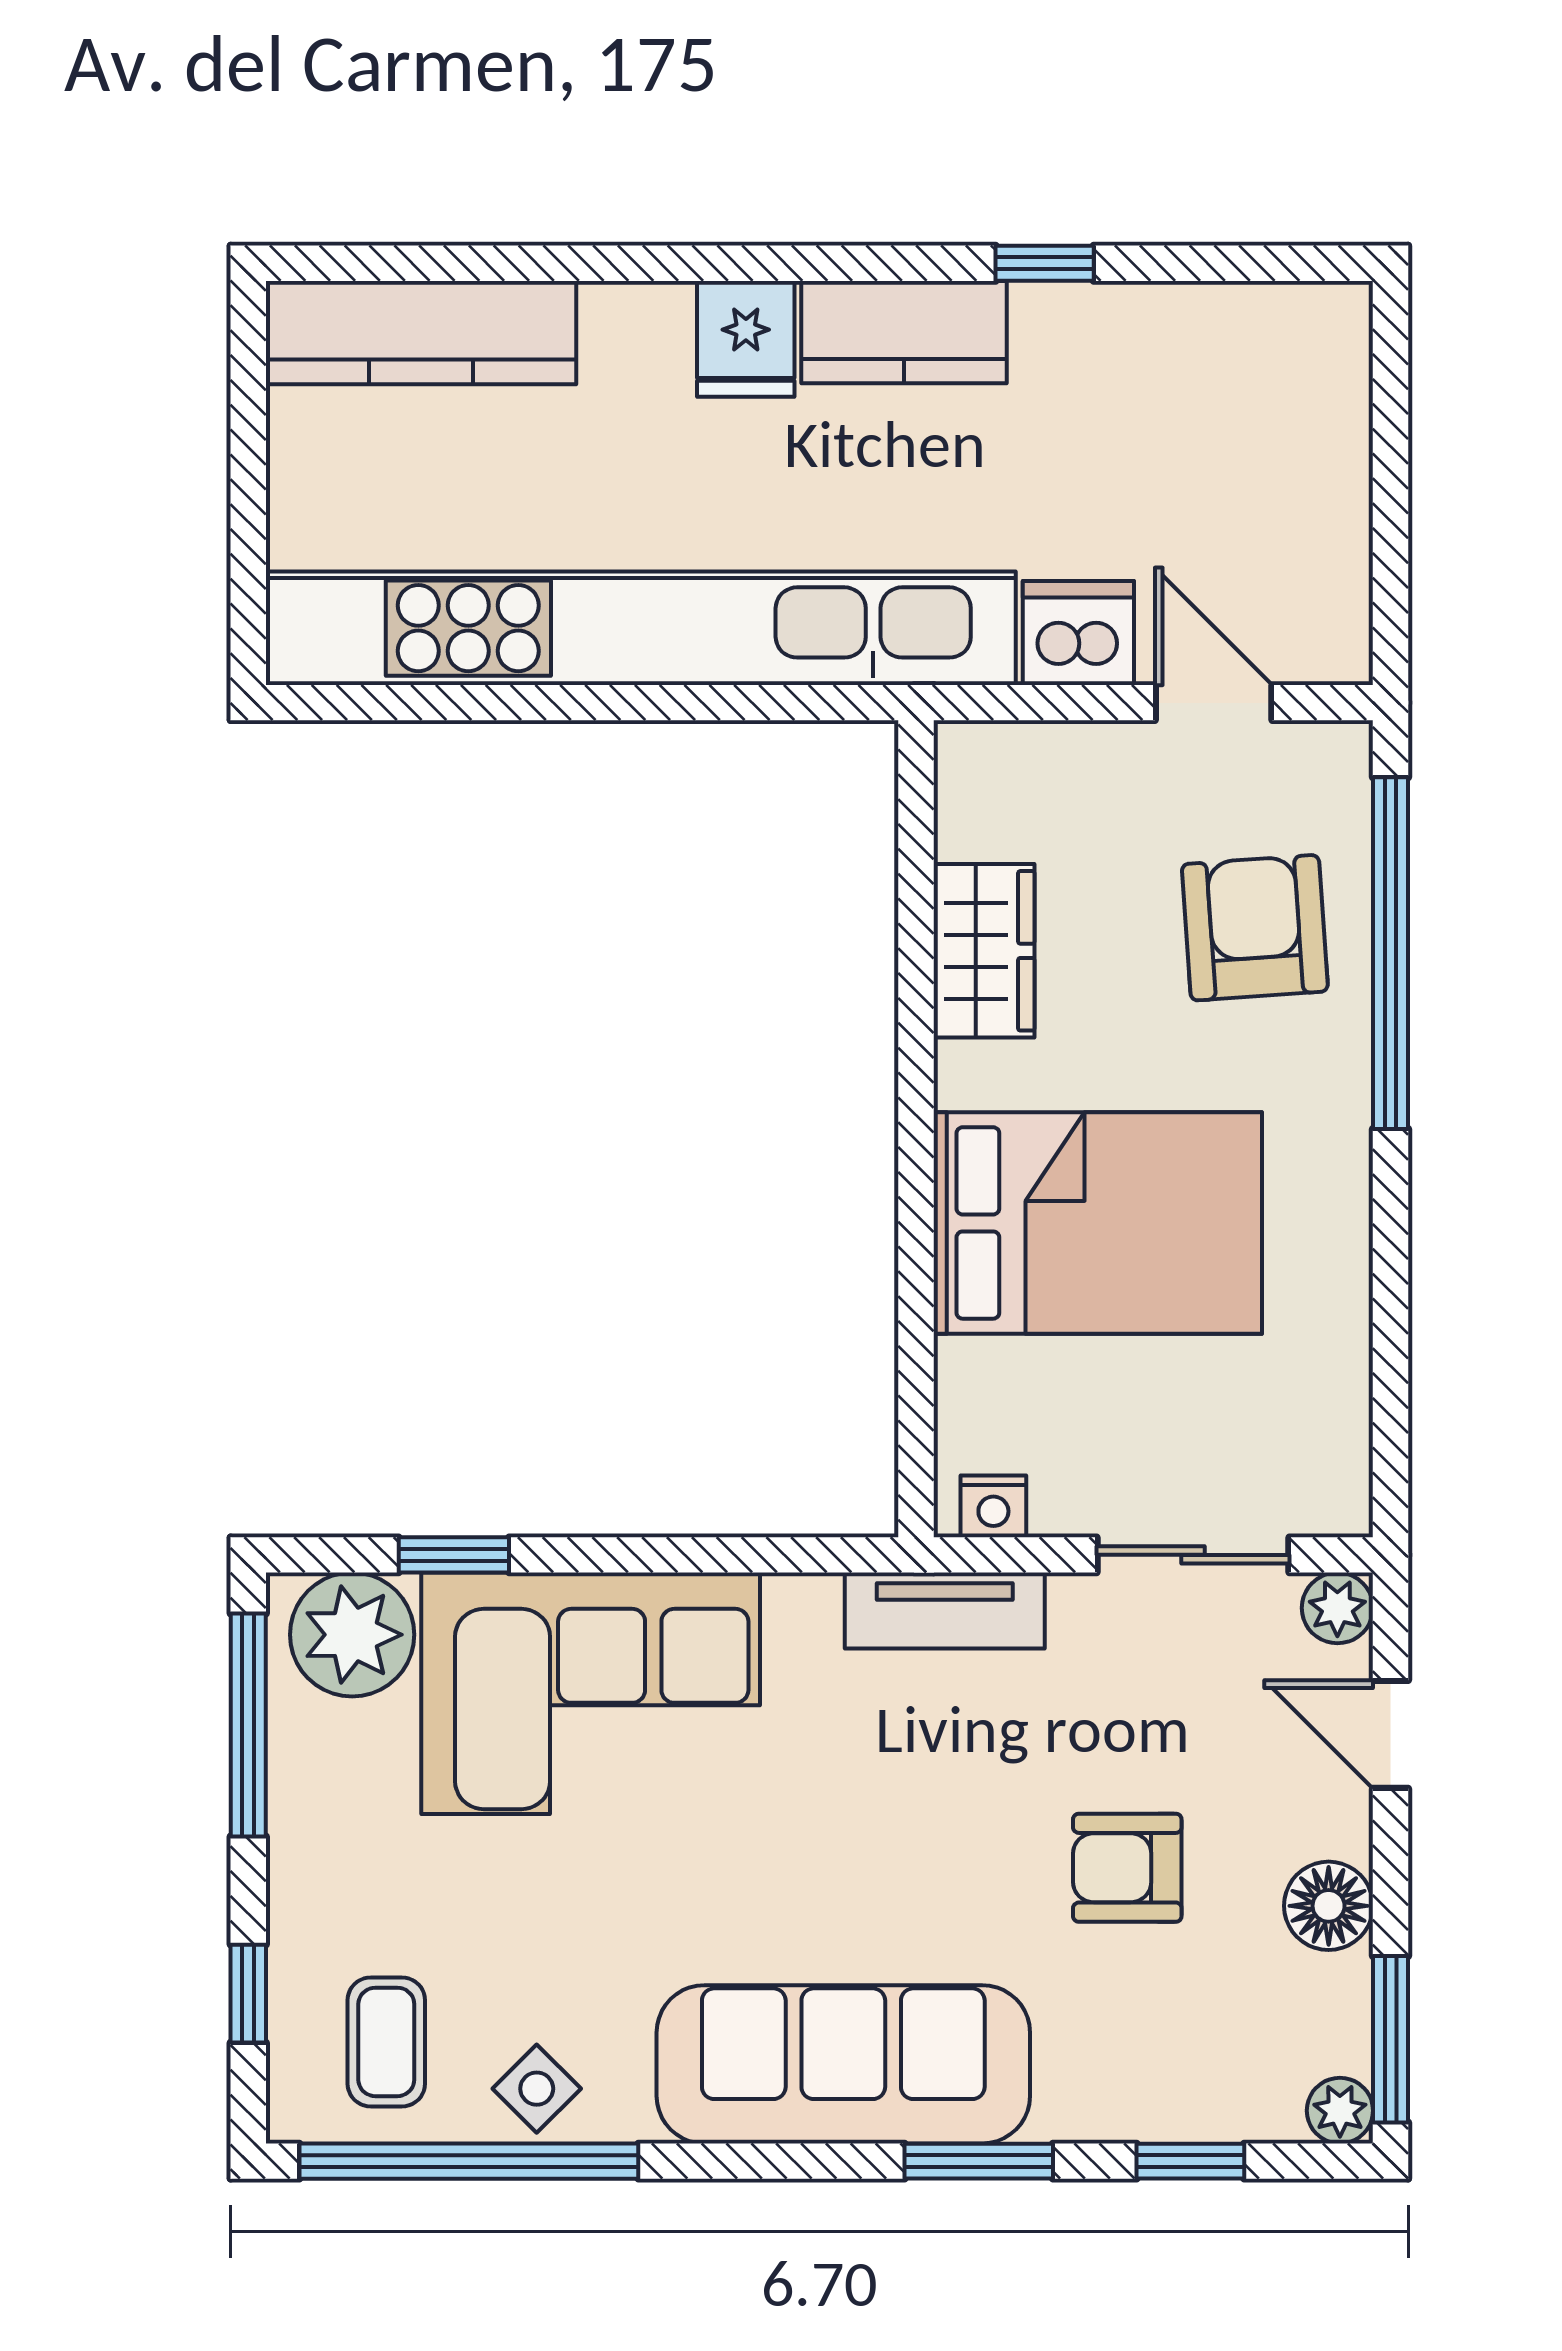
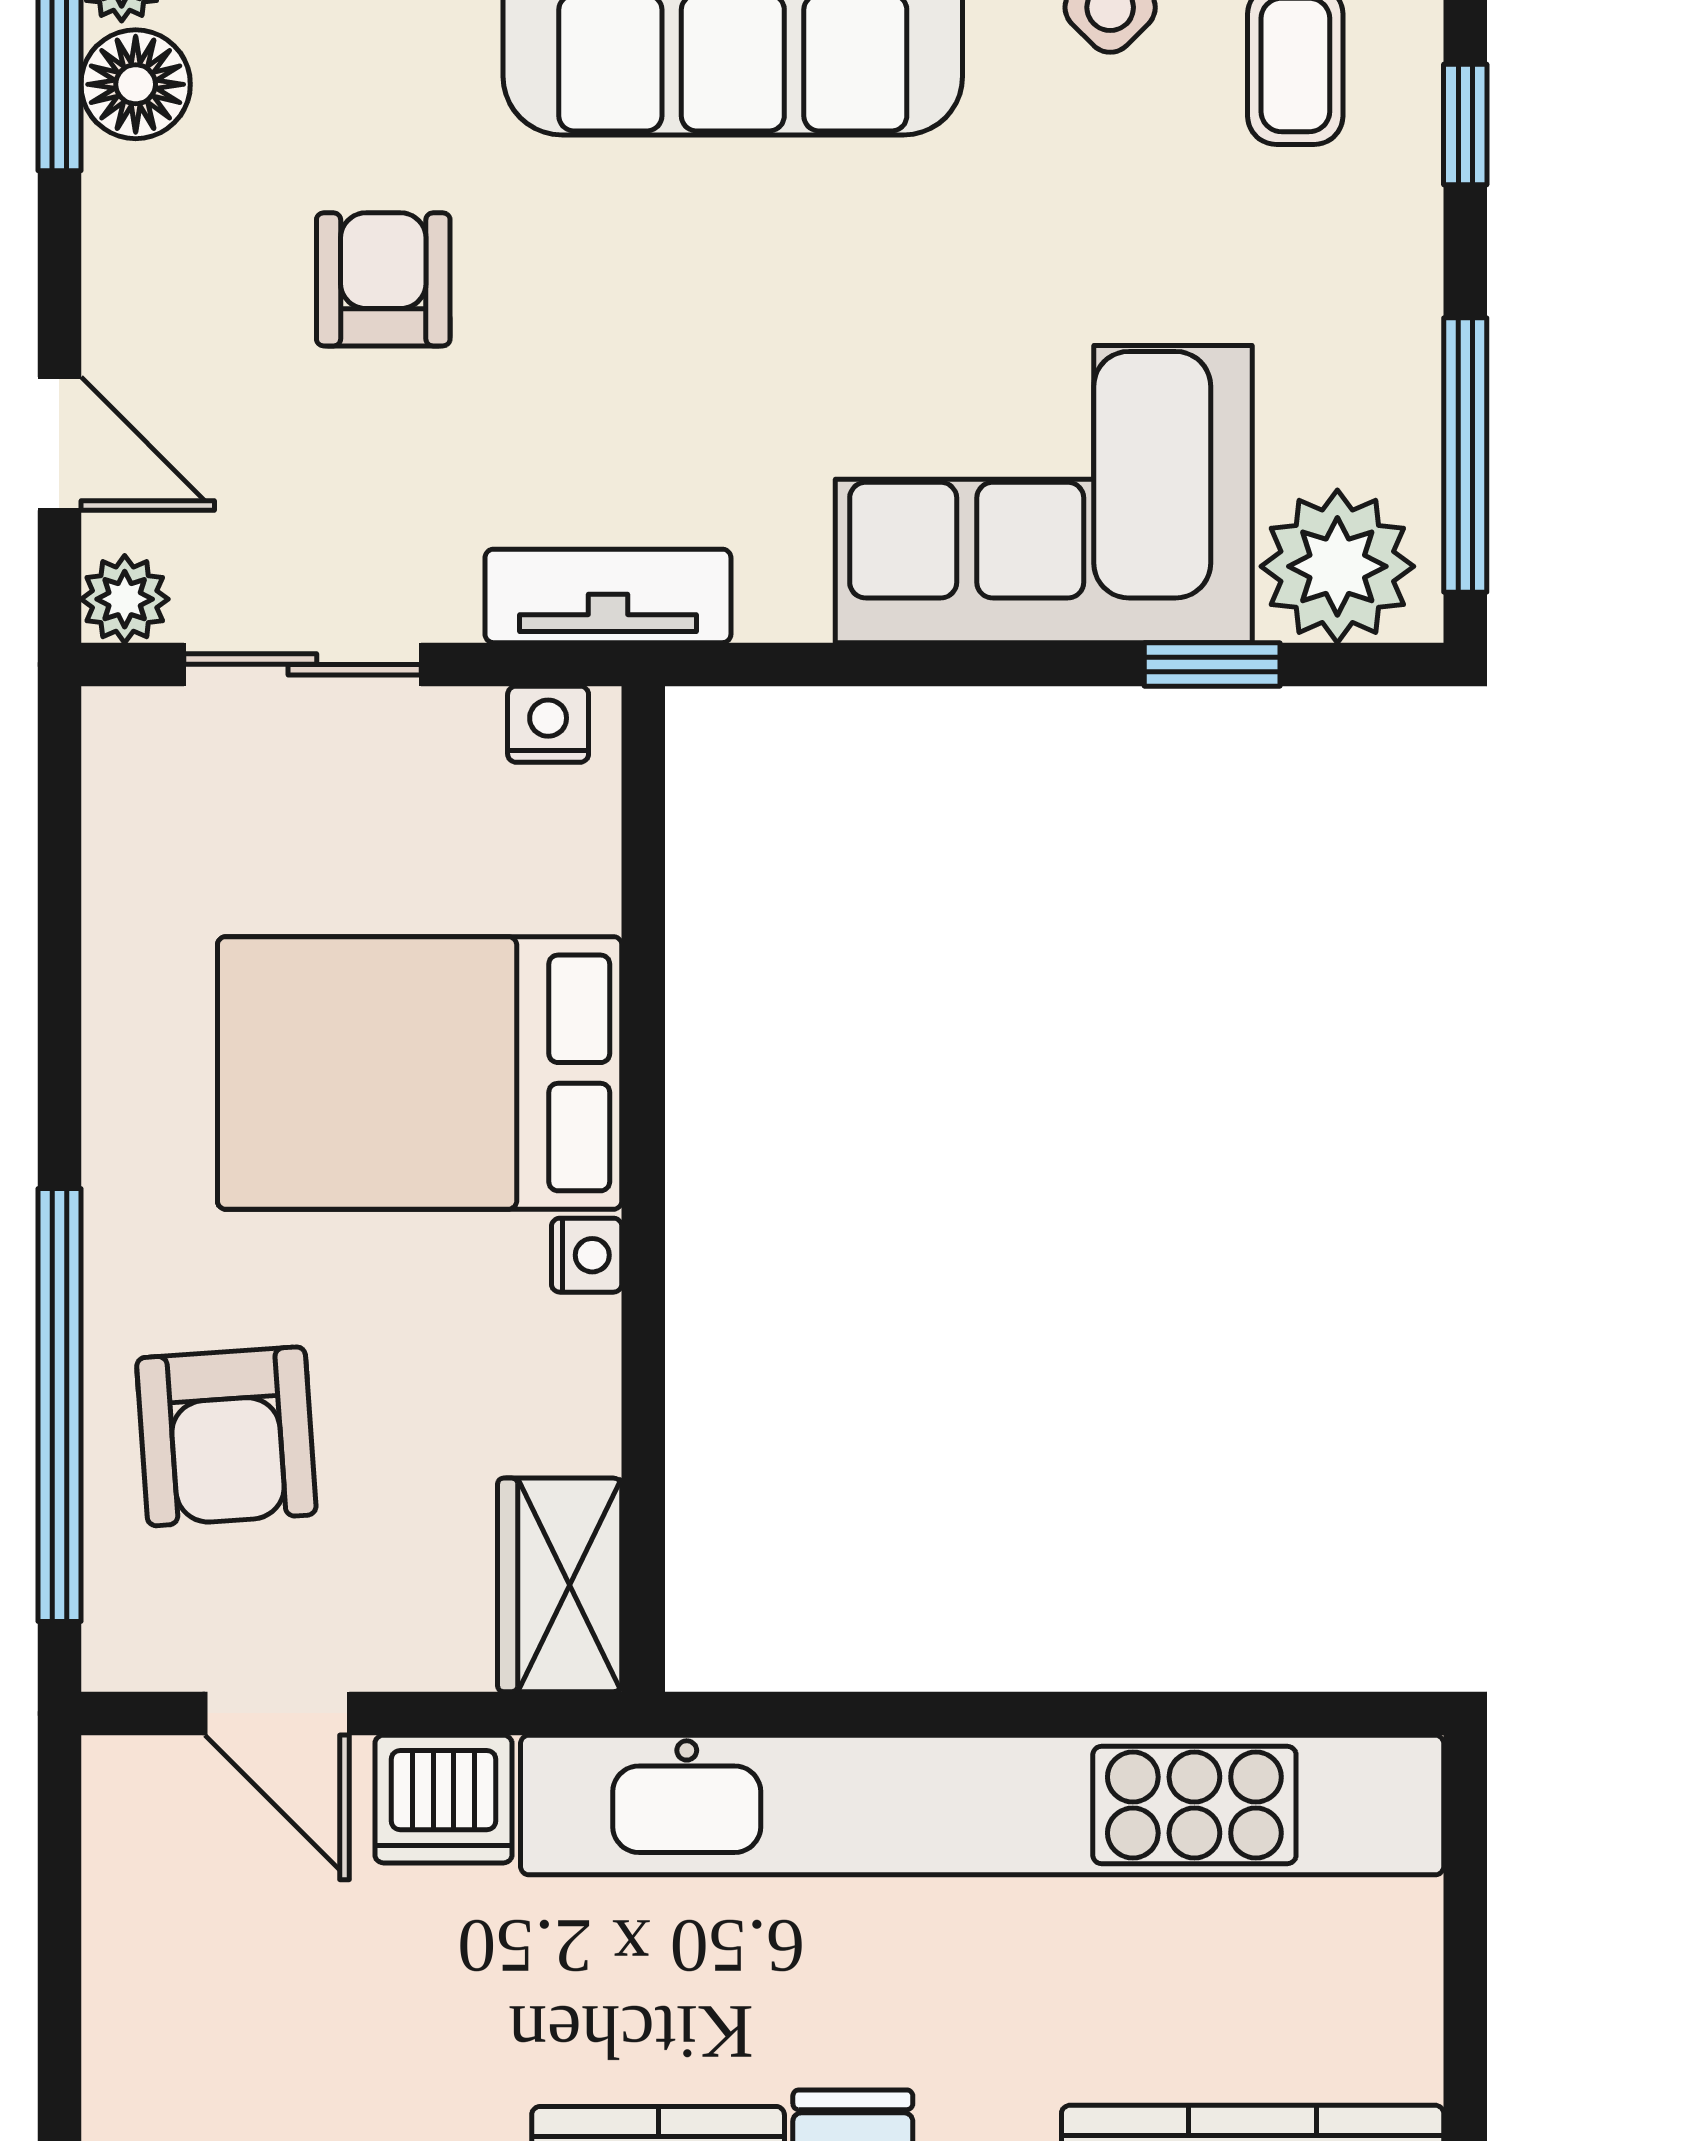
wardrobe: (984, 951) -> (560, 1585), moved
nightstand: (962, 1075) -> (587, 1255), added
armchair: (1127, 1868) -> (383, 279), turned -90
floor lamp: (1329, 1906) -> (136, 84), moved

